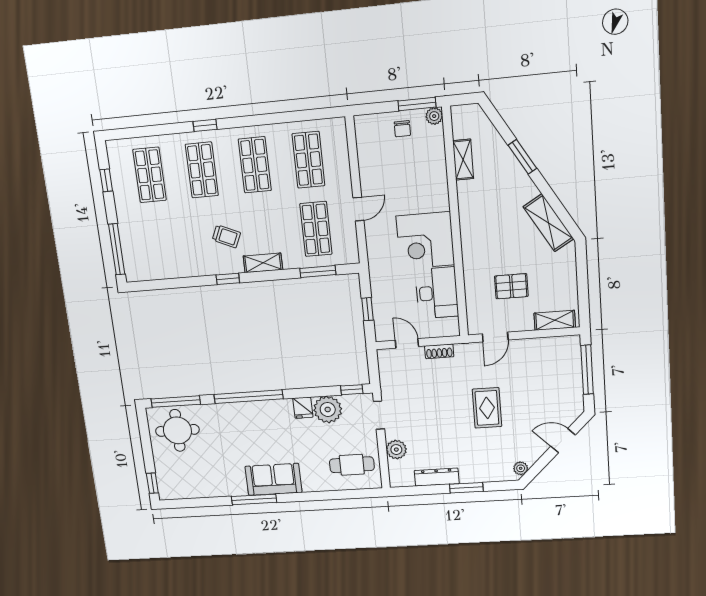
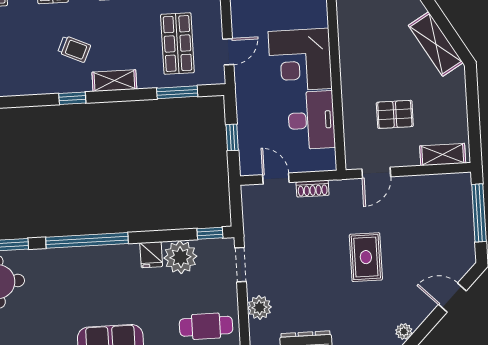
door: (358, 209) -> (228, 52), moved

